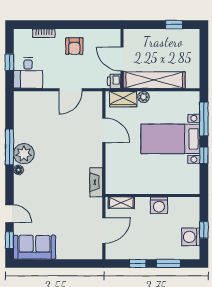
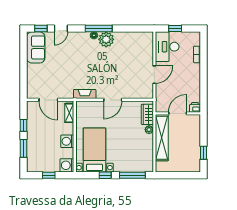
armchair: (74, 46) -> (187, 78), removed
desk: (28, 73) -> (167, 47), width x1.37
printer: (114, 81) -> (195, 107), moved
door: (70, 90) -> (154, 75), swing flipped
door: (104, 130) -> (113, 100), moved
bed with nightstands: (170, 139) -> (94, 150), moved
window: (9, 147) -> (99, 29), moved
washing machine: (191, 237) -> (67, 165), moved, turned -90

